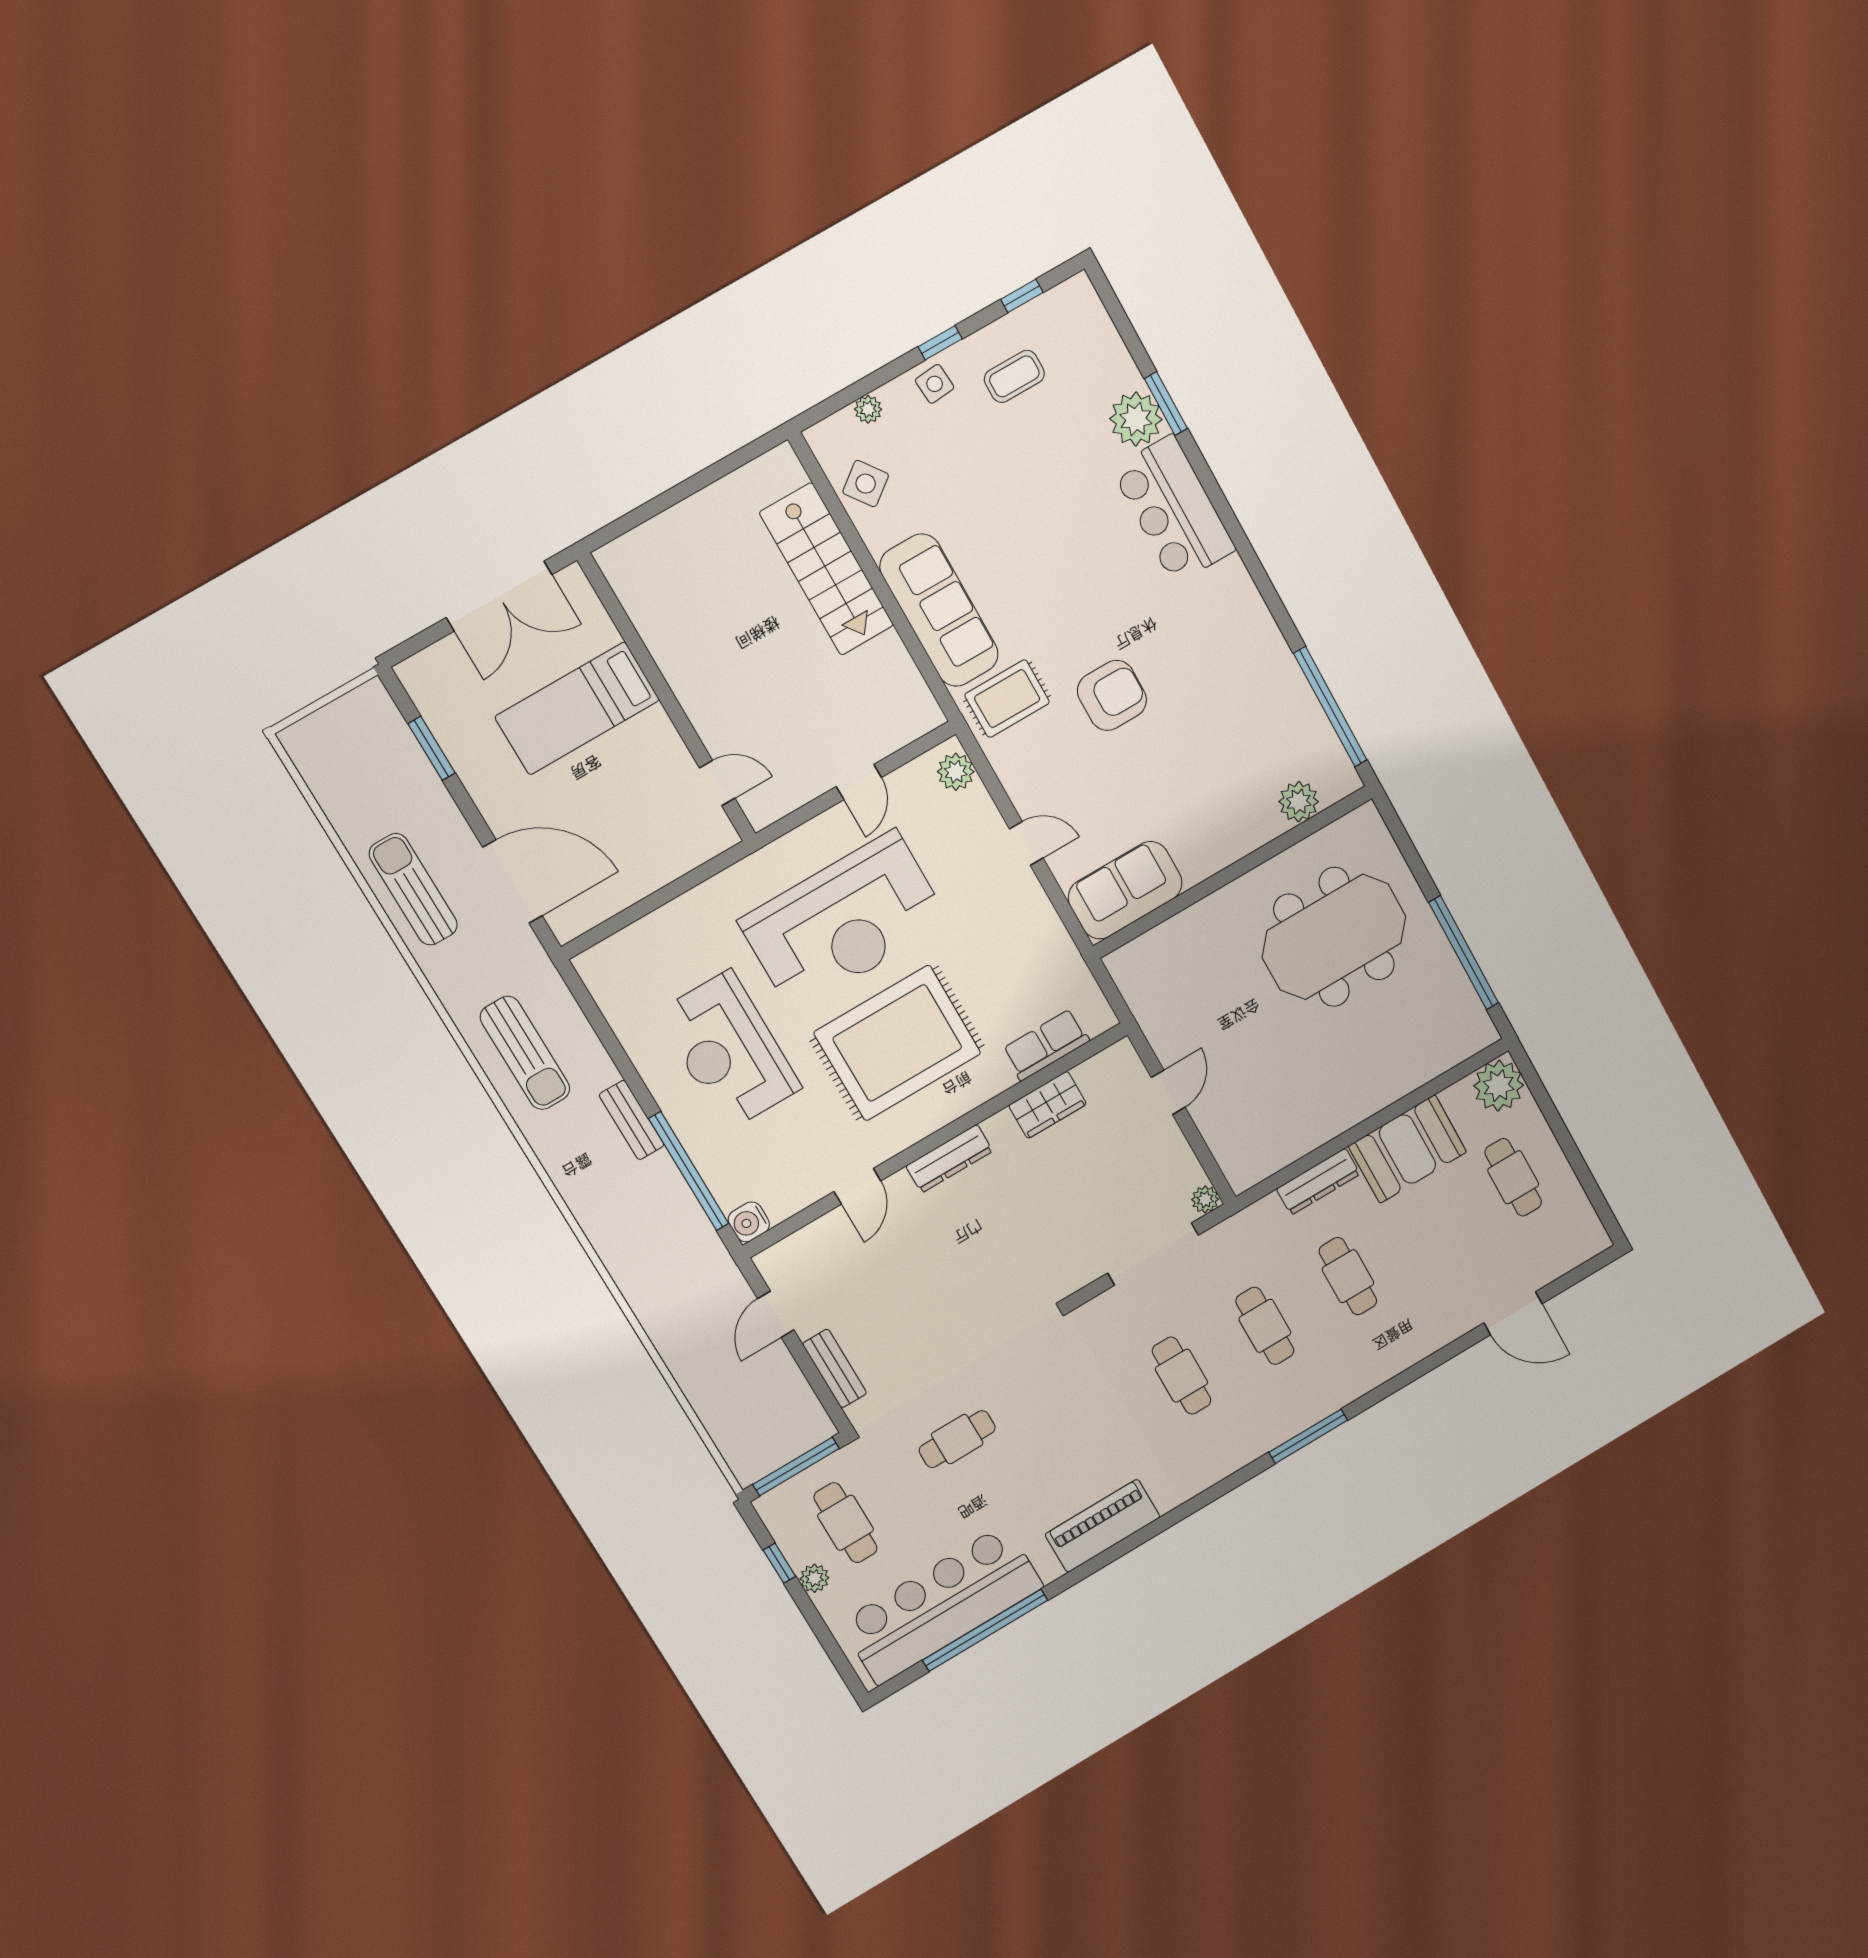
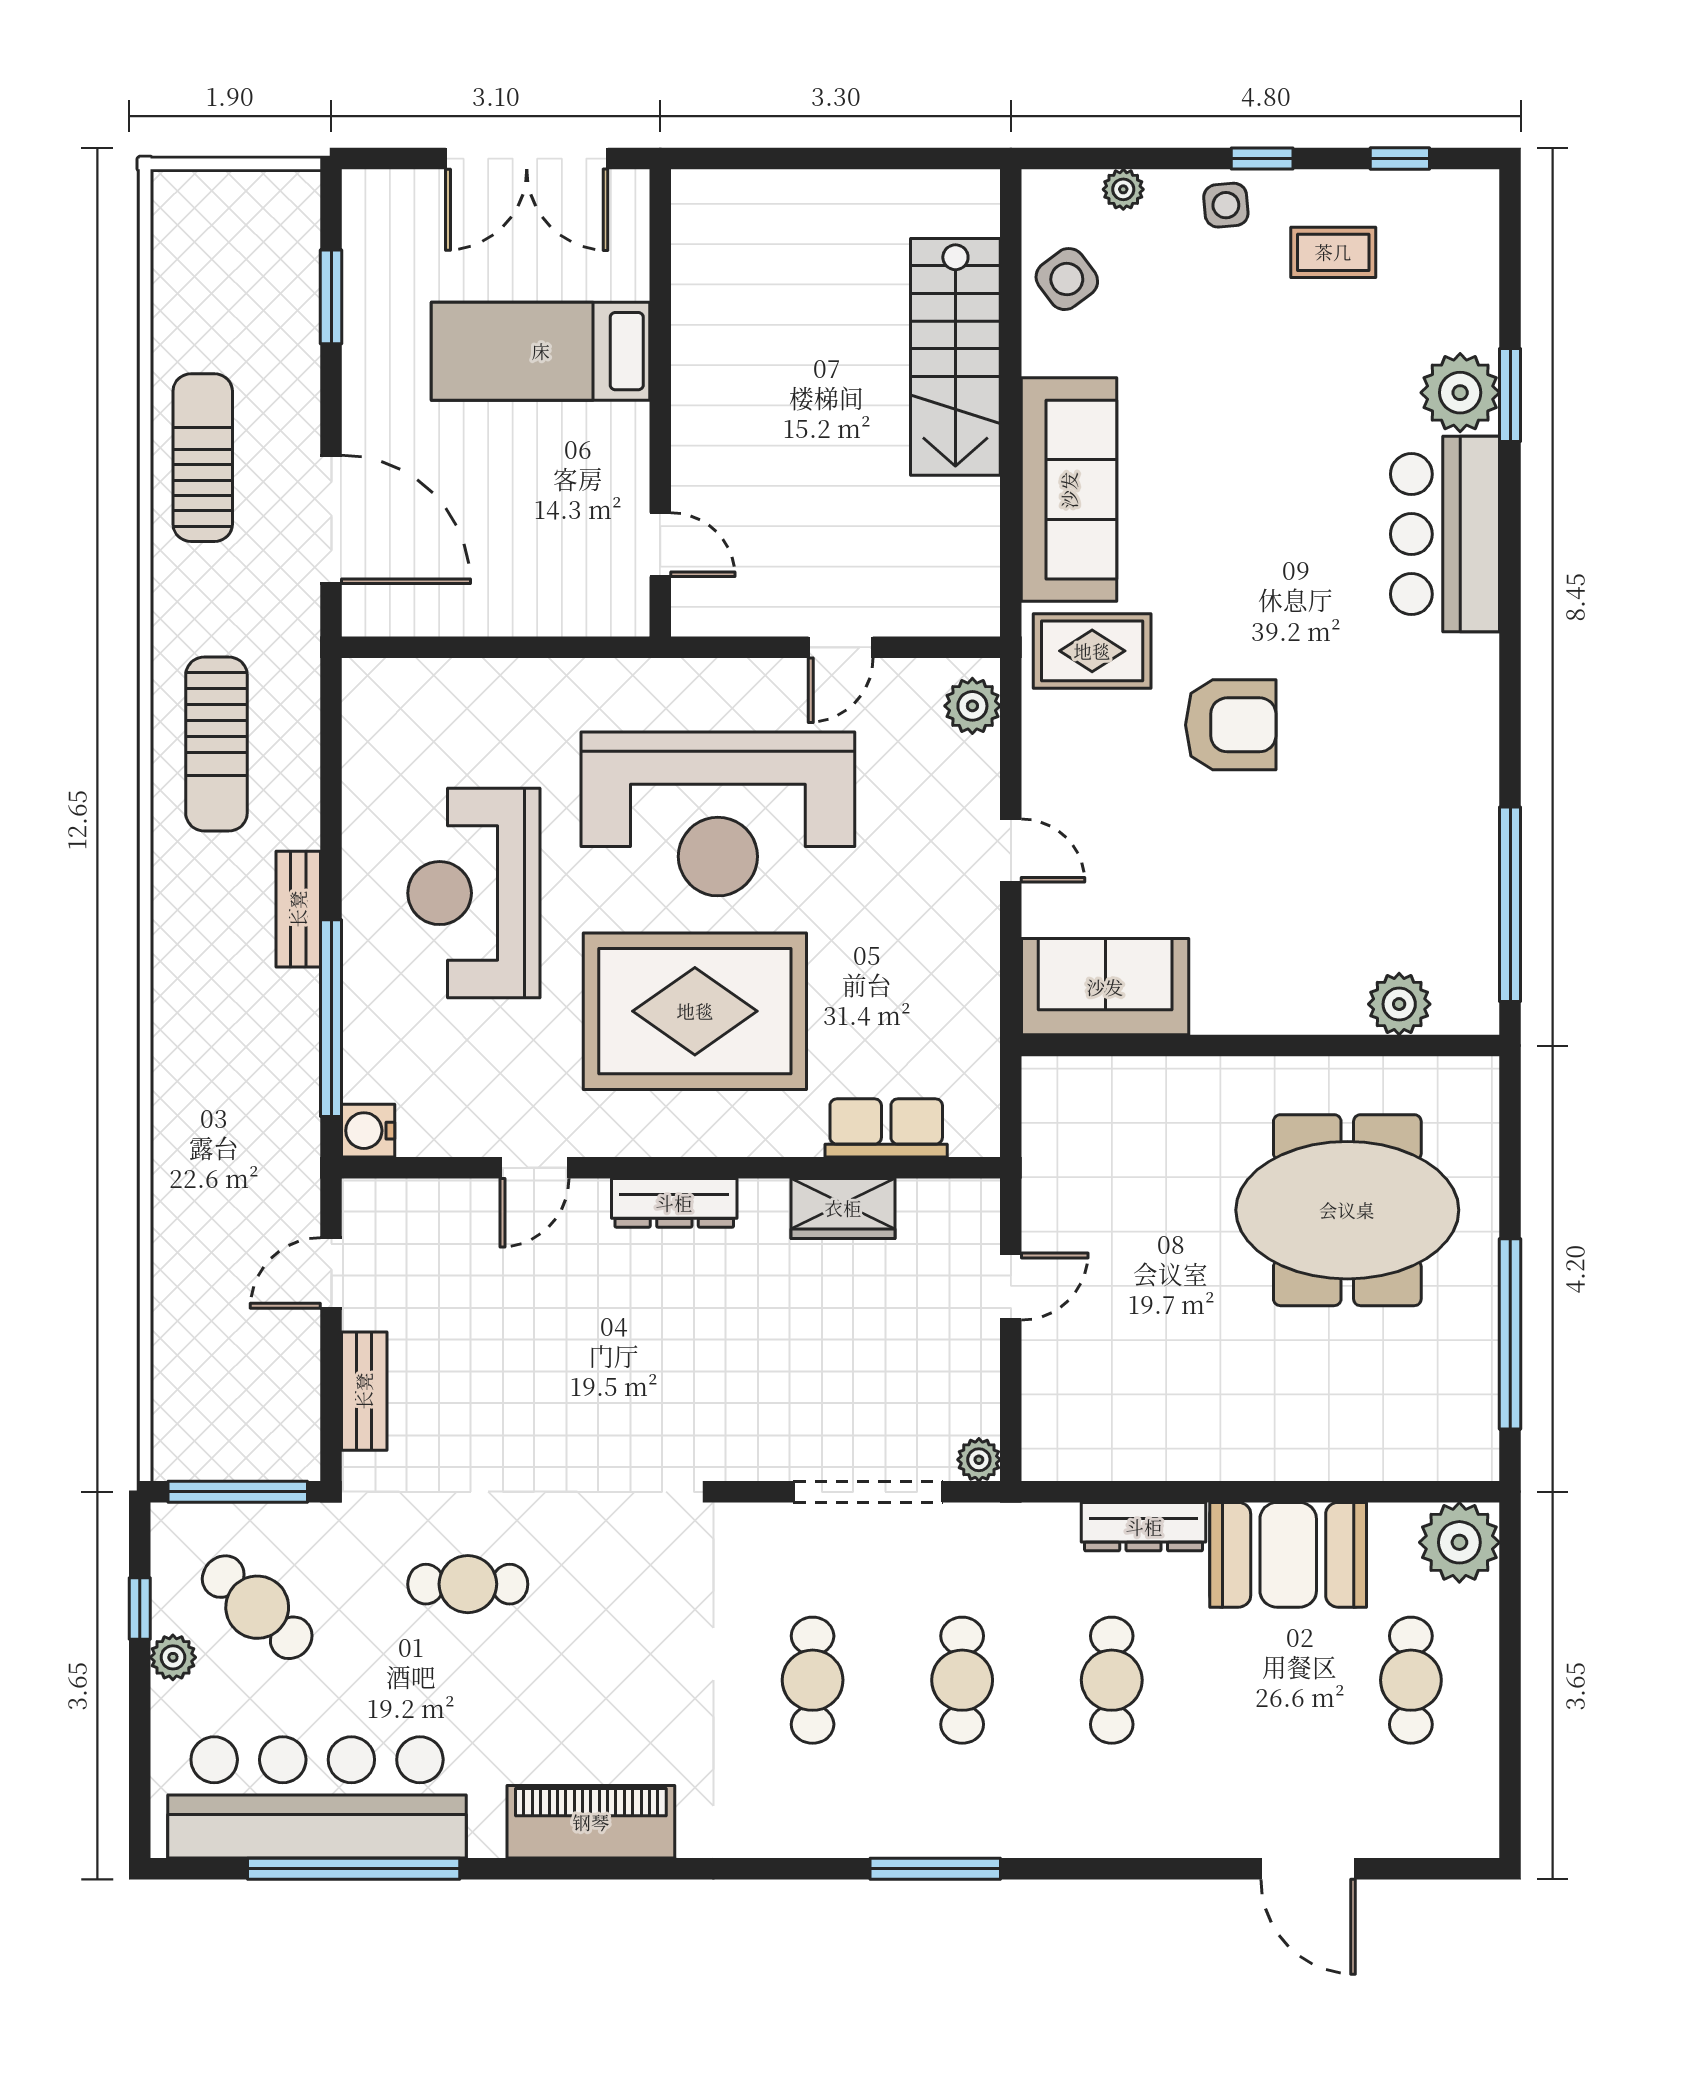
cafe table: (846, 1523) -> (257, 1607), turned -48

